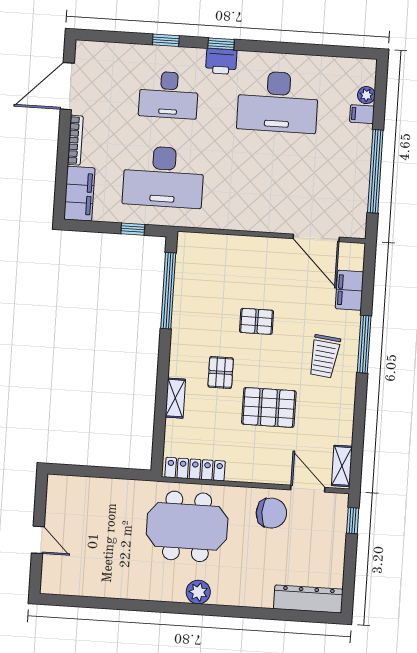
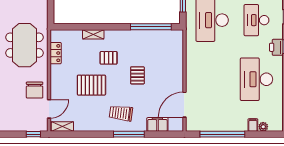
pallet: (269, 407) -> (91, 85), turned 90
locker: (195, 469) -> (56, 53), width x0.66

